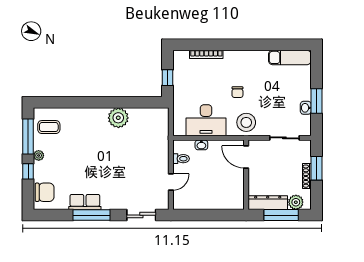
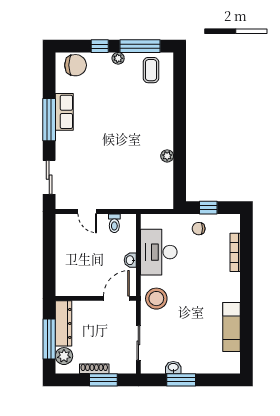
exam couch: (290, 57) -> (231, 327), moved
chair: (237, 92) -> (199, 229), moved
plant: (118, 118) -> (167, 156), width x0.53, depth x0.53
washbasin: (201, 145) -> (130, 260), moved
chair: (45, 192) -> (76, 65), turned -90

